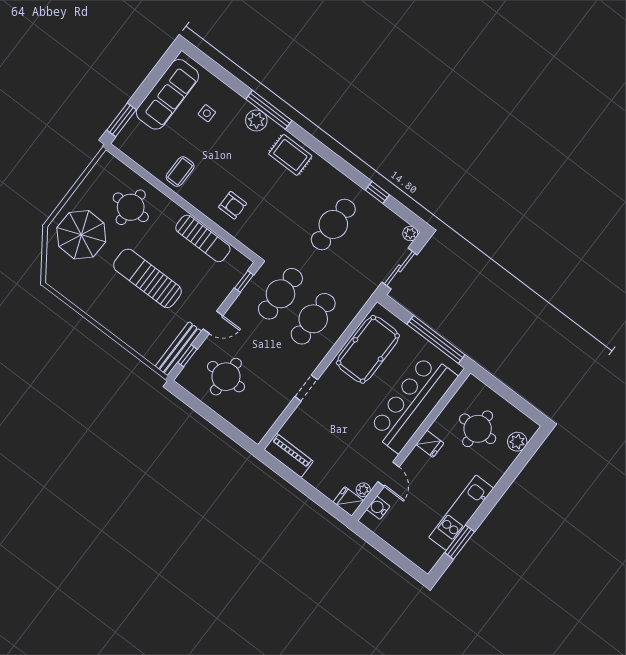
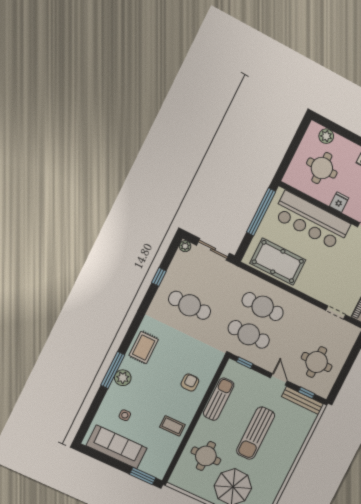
doorway: (306, 388) -> (336, 313), moved

